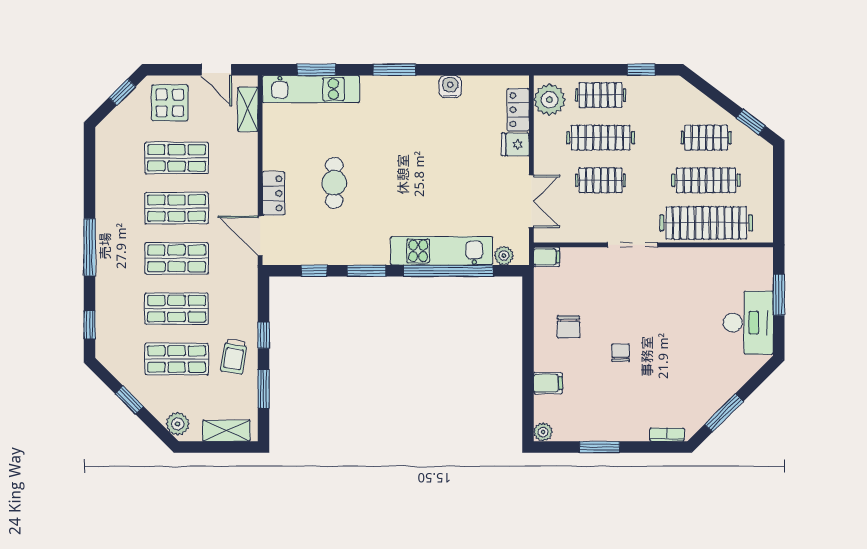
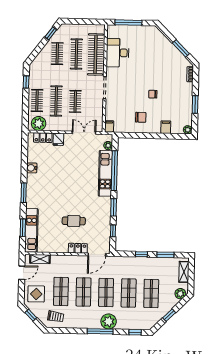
plant: (112, 265) -> (109, 321), added
window: (779, 295) -> (128, 23), width x1.44
desk: (748, 323) -> (118, 53), moved, turned -90
trolley: (234, 356) -> (56, 317), moved

